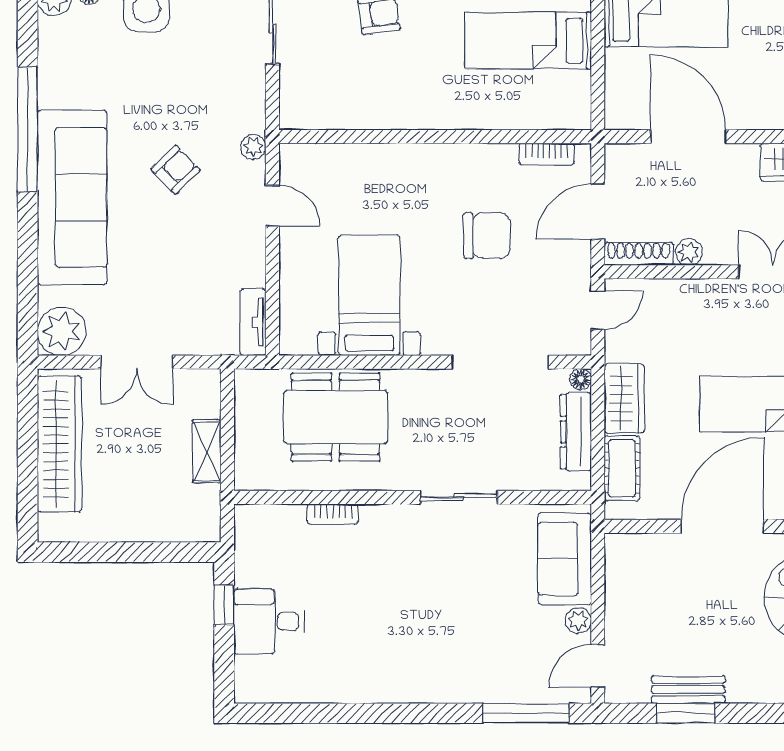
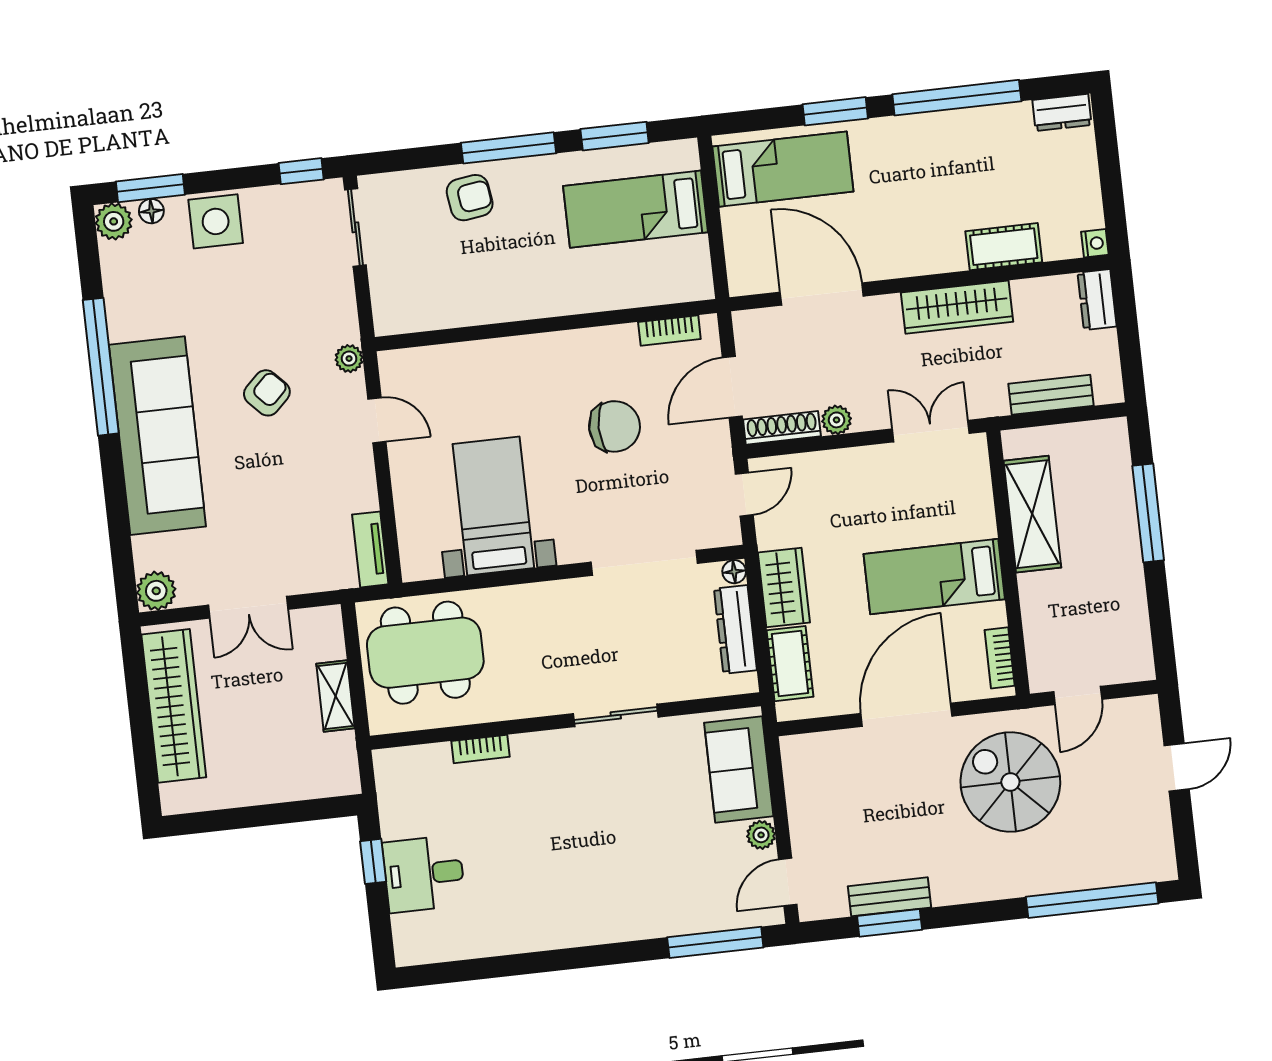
plant: (62, 331) -> (156, 591), width x0.73, depth x0.73
dining table: (336, 417) -> (425, 653), moved

